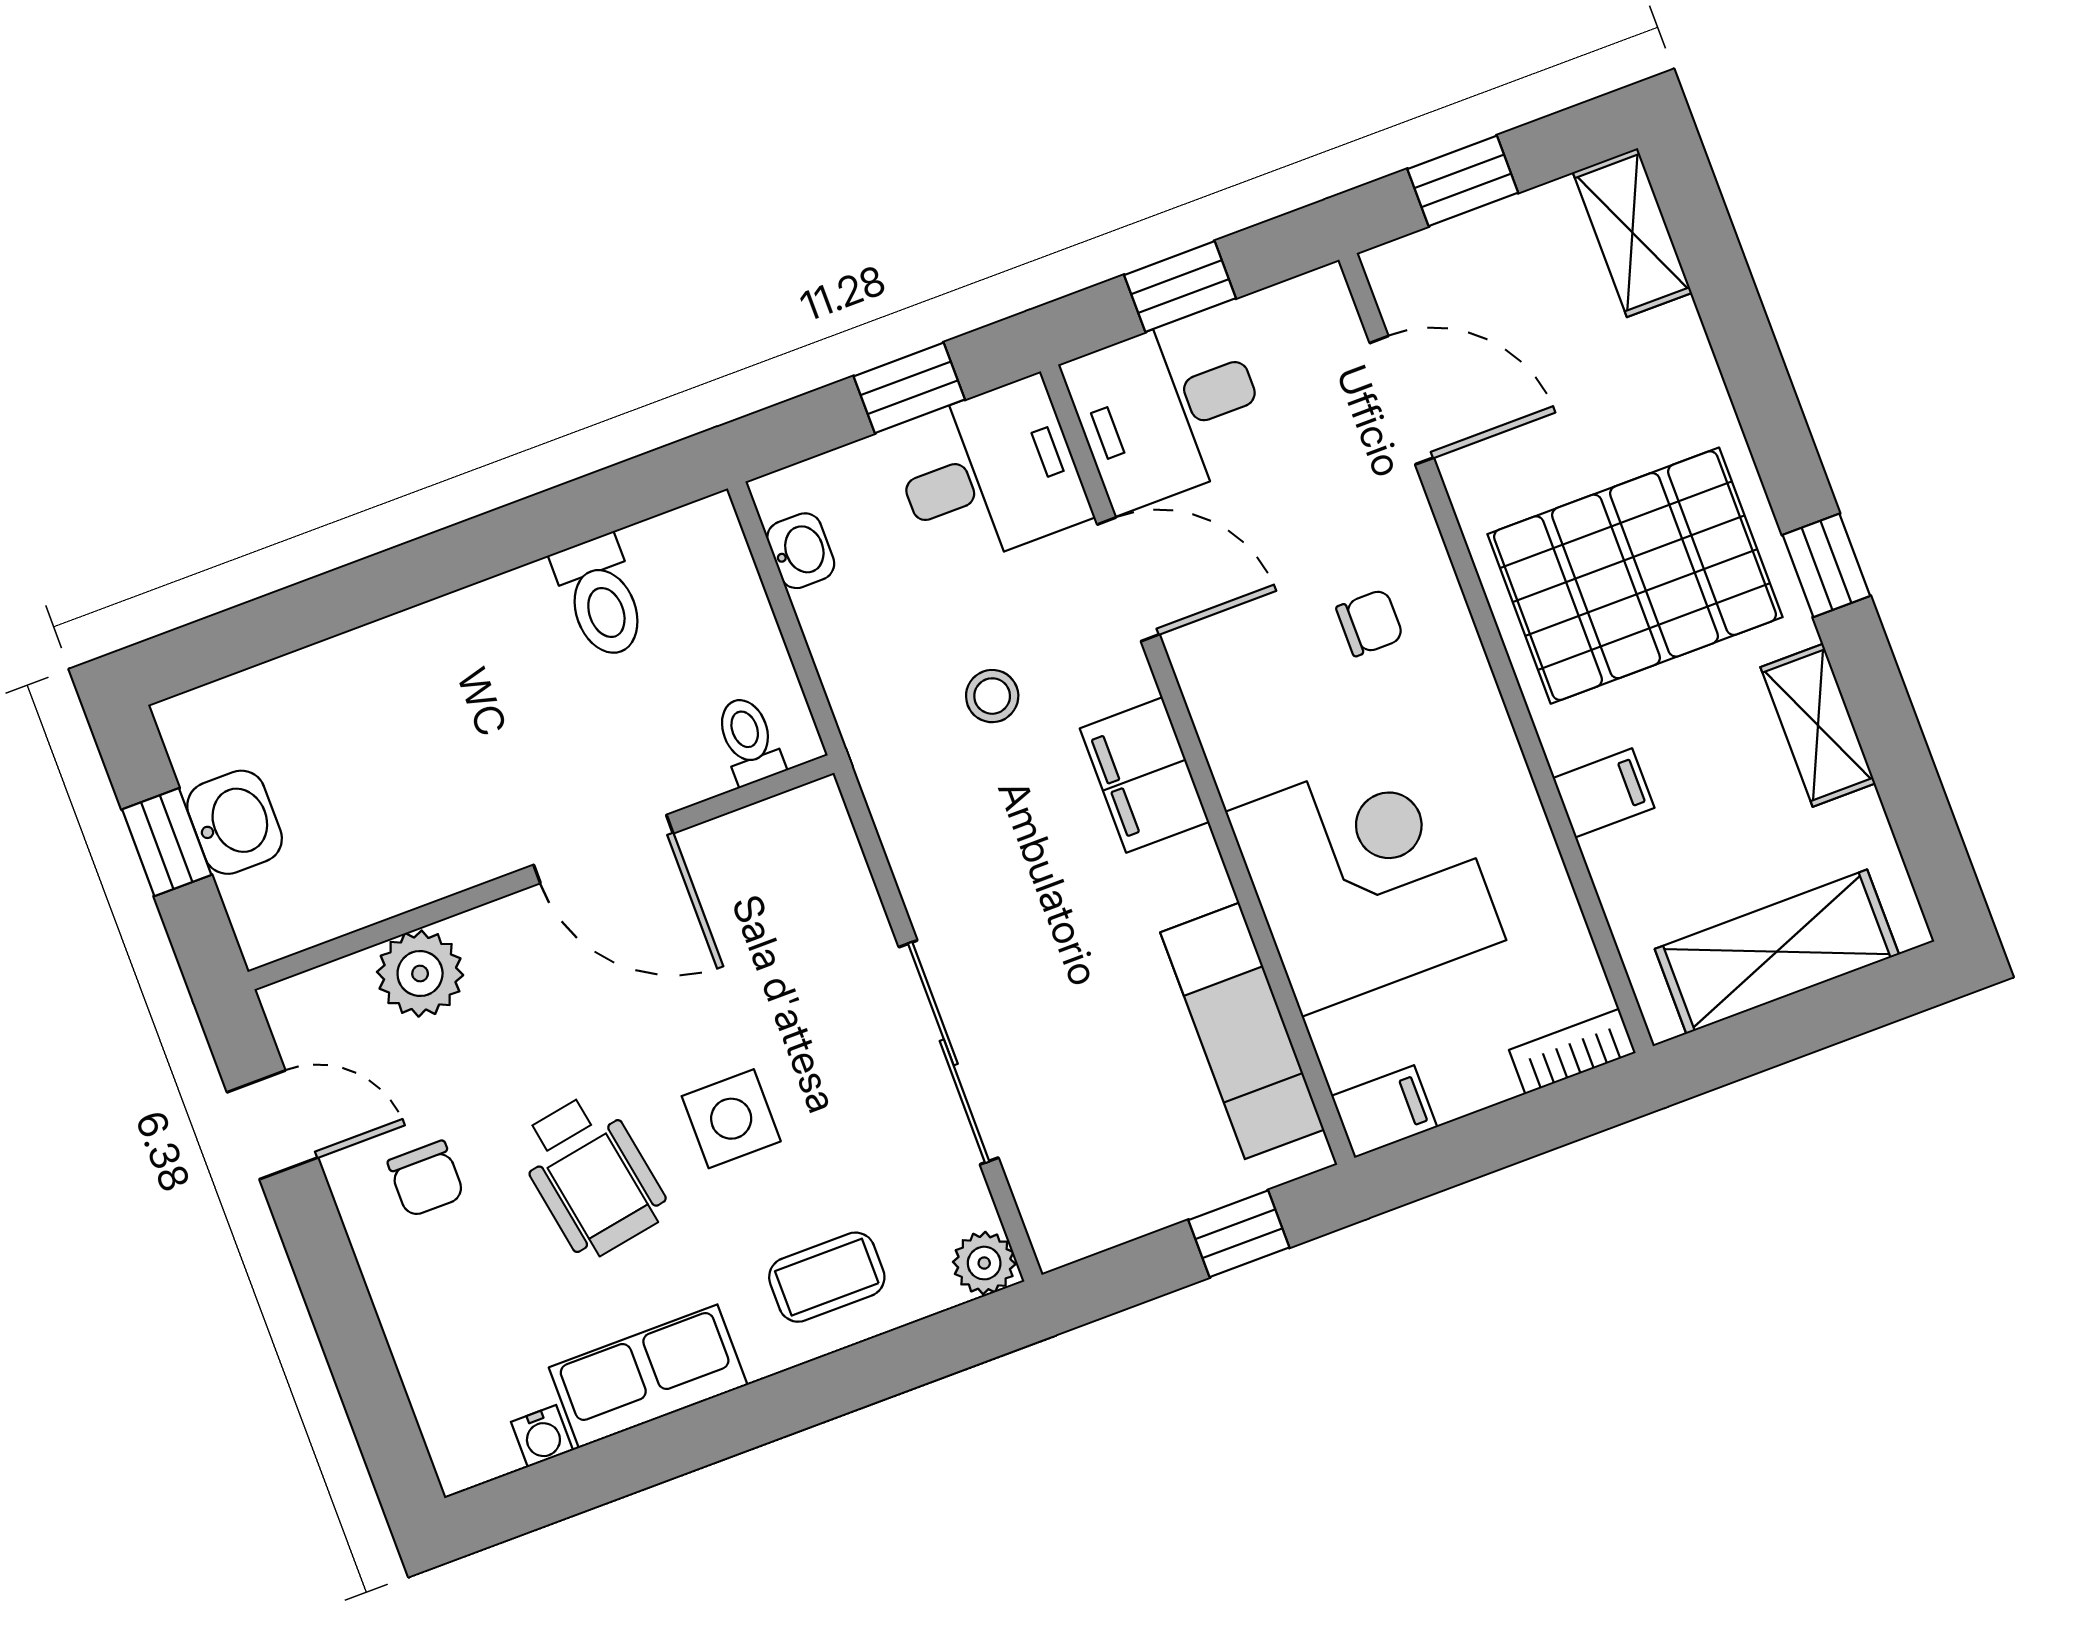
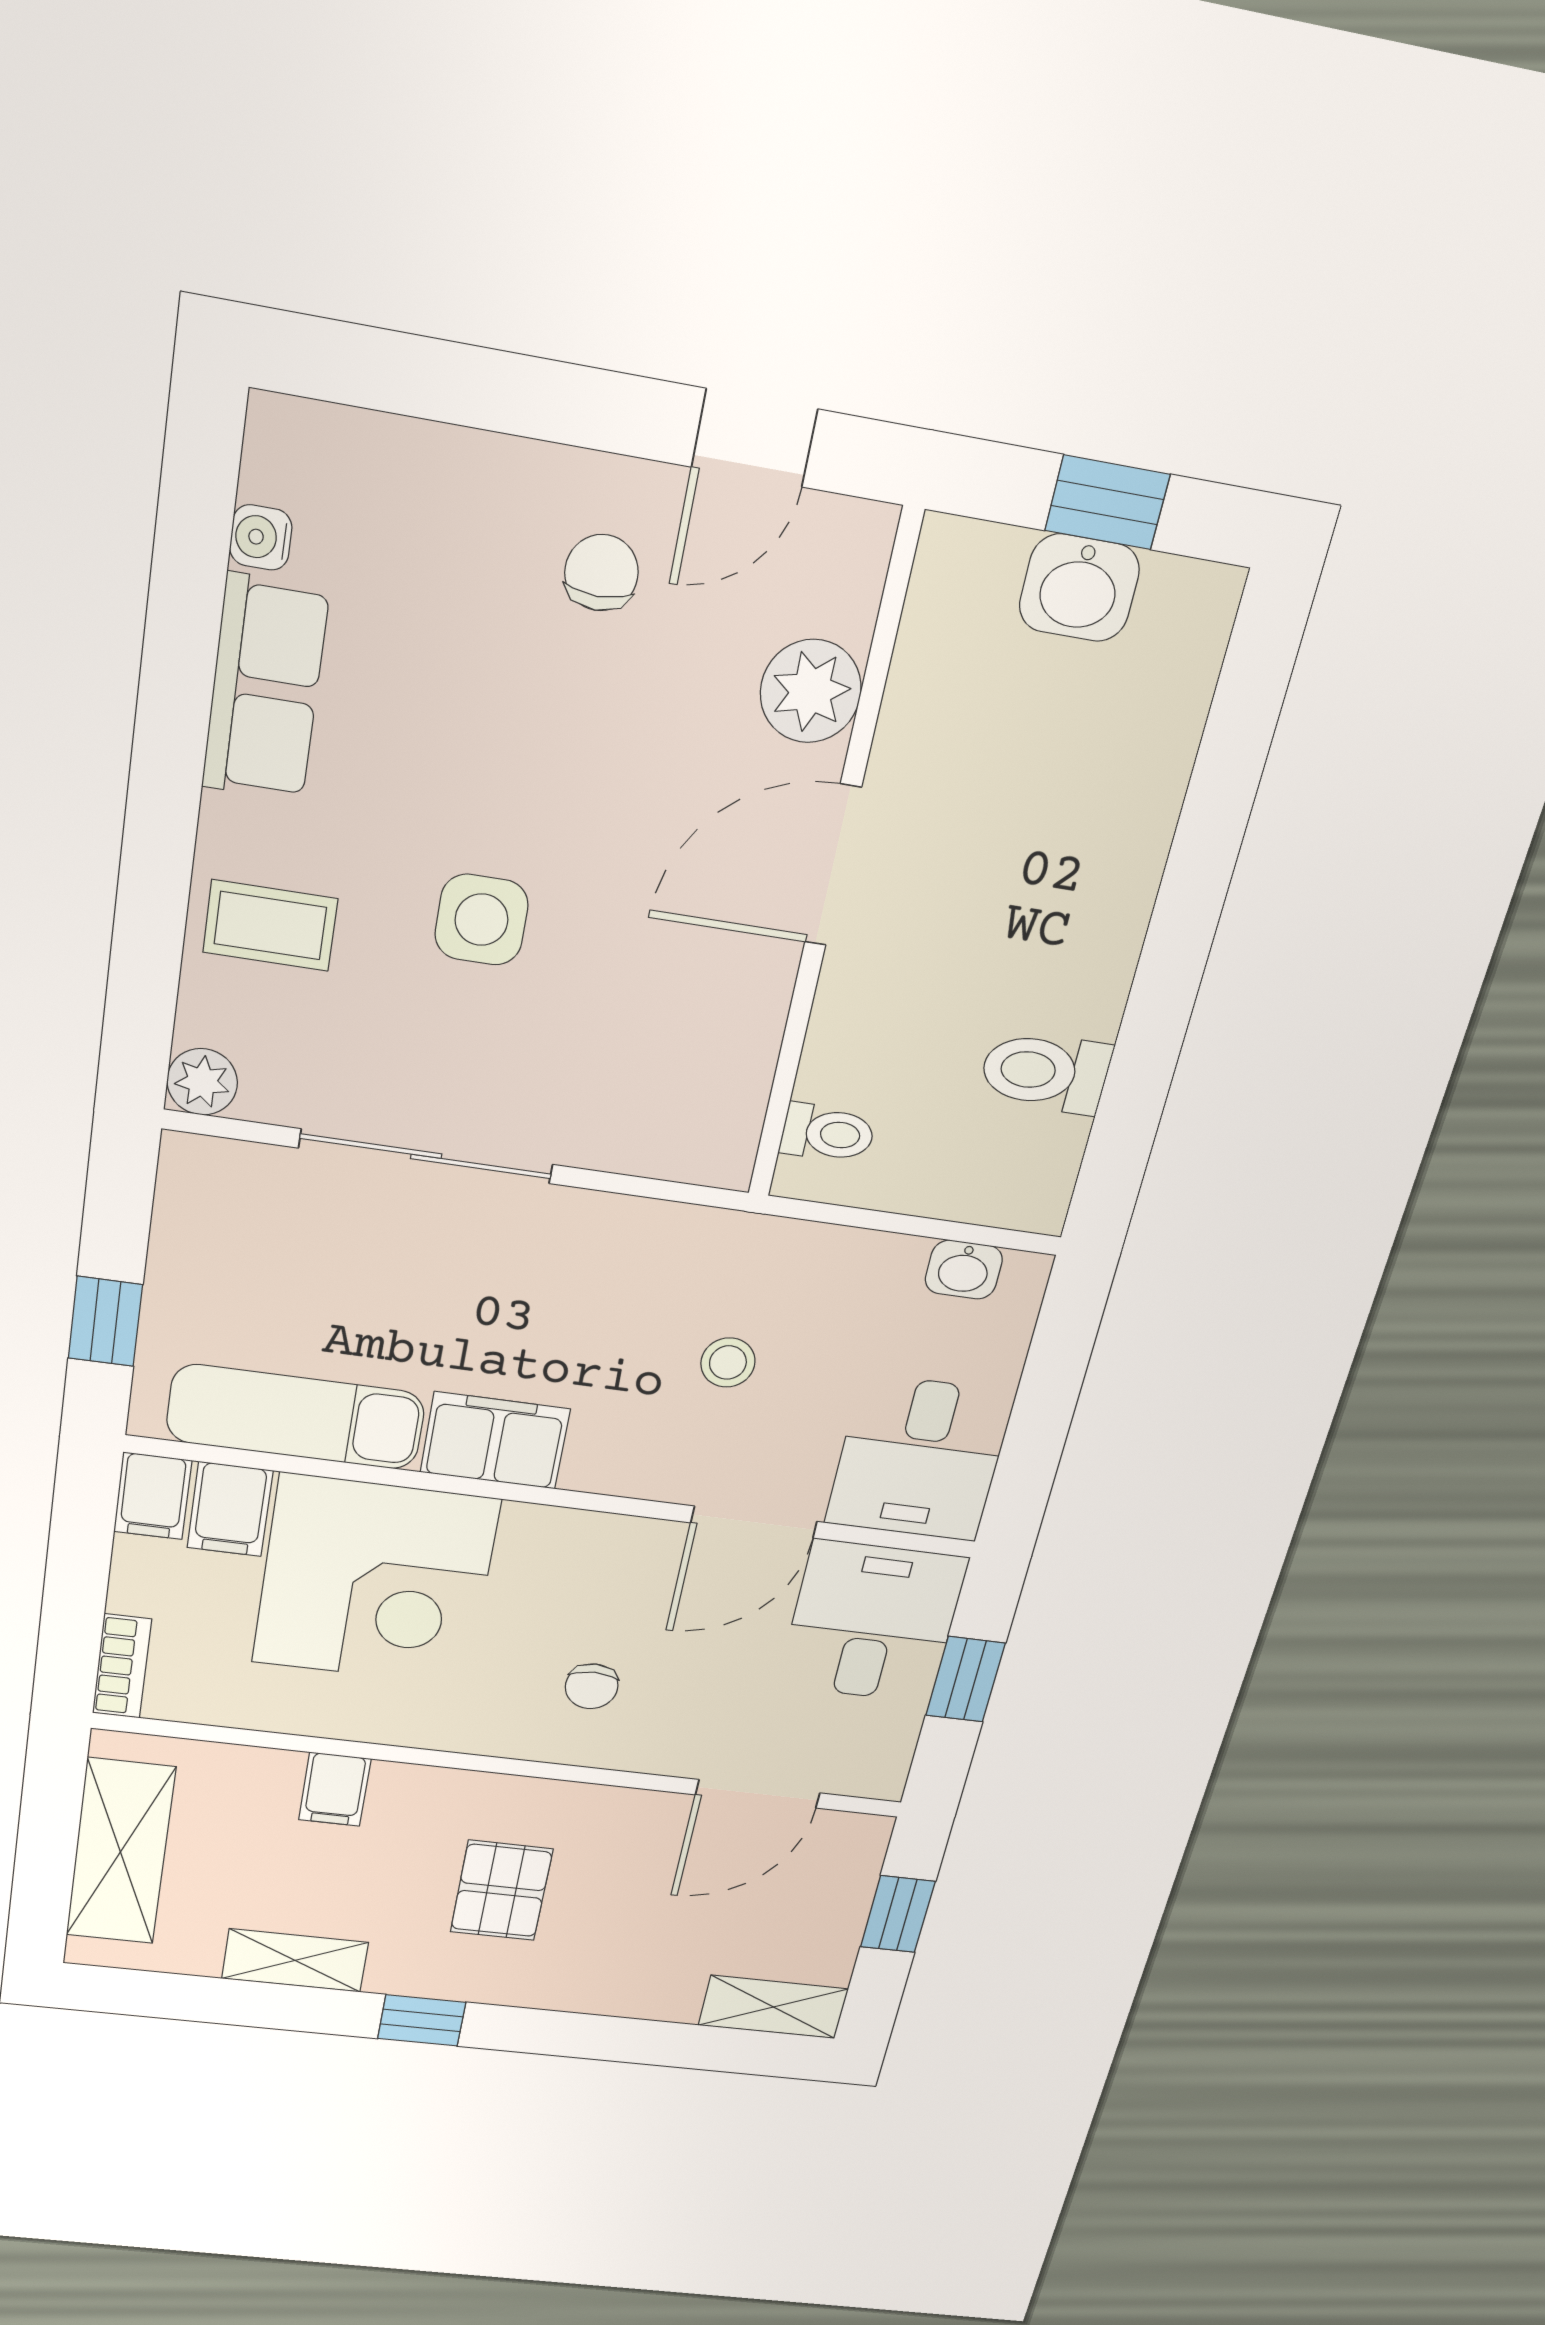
window: (909, 388) -> (1037, 1432), removed
pallet: (1635, 576) -> (501, 1891), width x0.49, depth x0.50
filing cabinet: (1144, 775) -> (495, 1441), moved
door: (603, 849) -> (833, 865), moved
filing cabinet: (1362, 1039) -> (230, 1509), added
wheelchair: (592, 1176) -> (505, 749), removed
chair: (426, 1179) -> (601, 573), turned 90
coffee table: (827, 1277) -> (270, 926), turned 90

